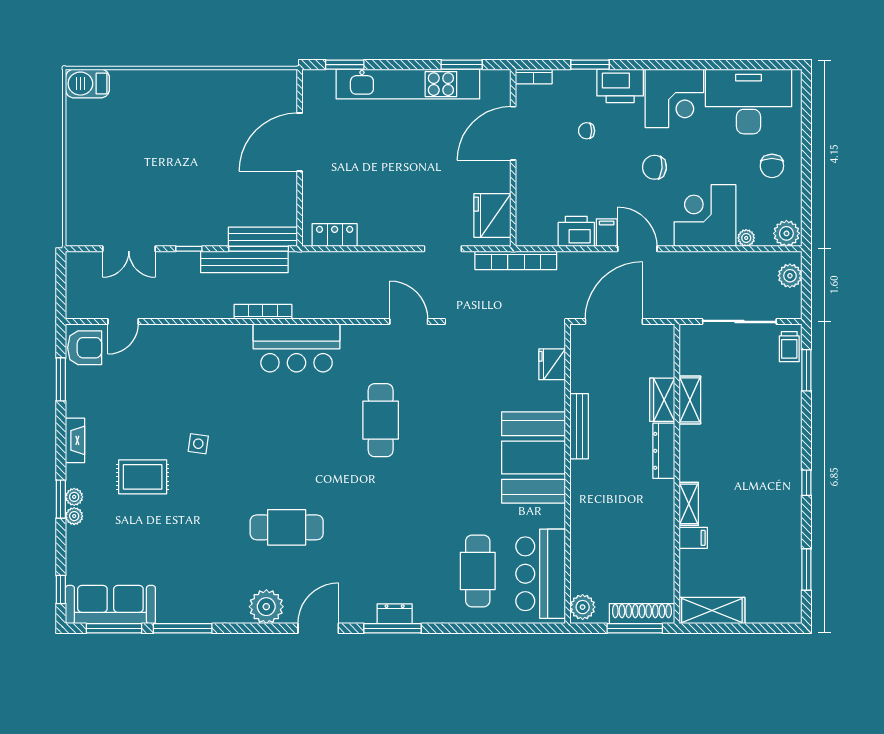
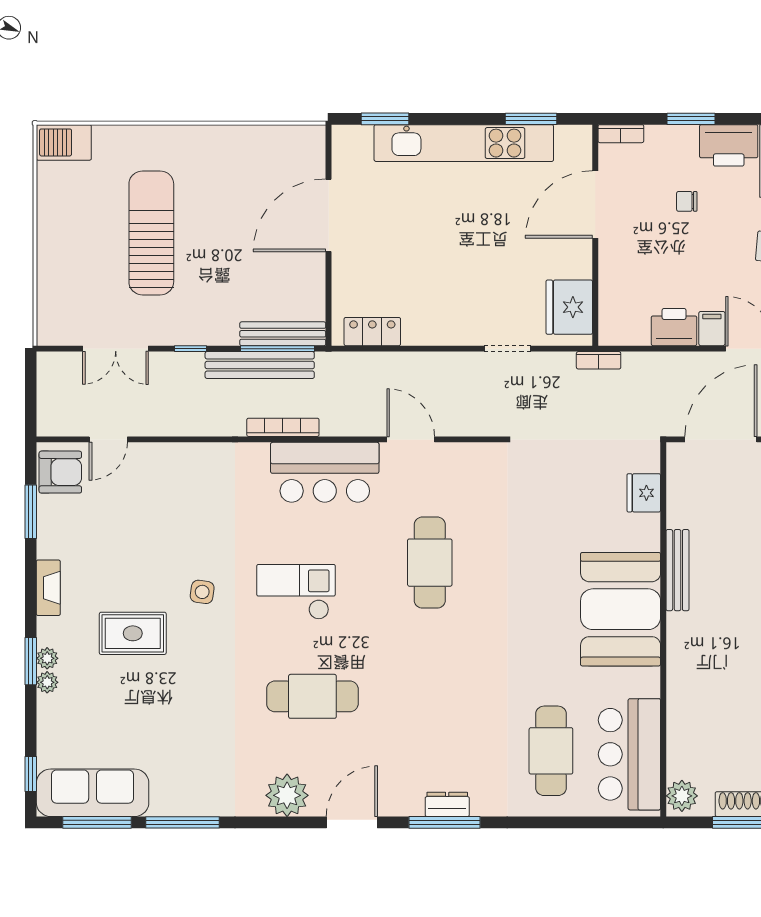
sun lounger: (158, 156) -> (151, 233), added
bookcase: (516, 260) -> (599, 360), width x0.43, depth x0.76
door: (409, 321) -> (411, 439), moved
checkout: (273, 444) -> (296, 592), added

